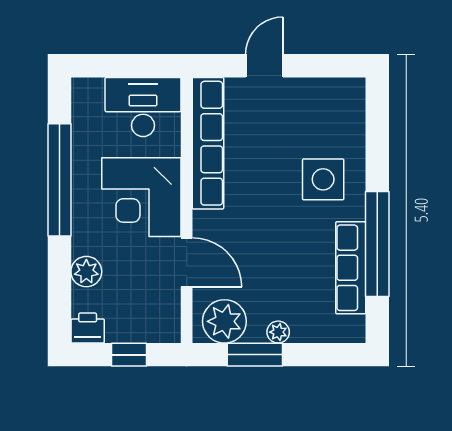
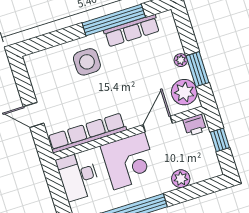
printer: (88, 328) -> (195, 125), moved, turned -90

